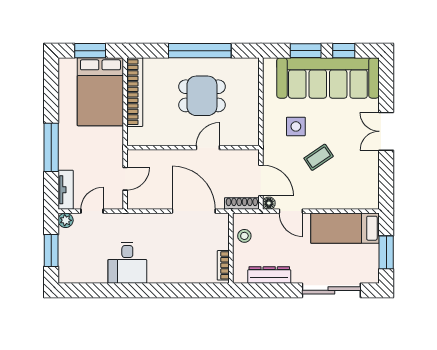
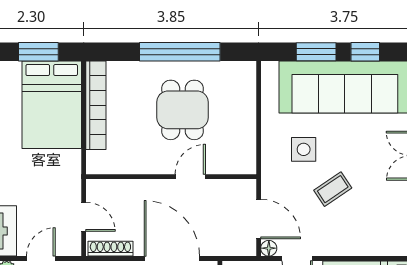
dining table: (202, 96) -> (182, 110), turned 90
door: (125, 179) -> (84, 217), hinge flipped
shoe rack: (242, 203) -> (110, 249), moved

